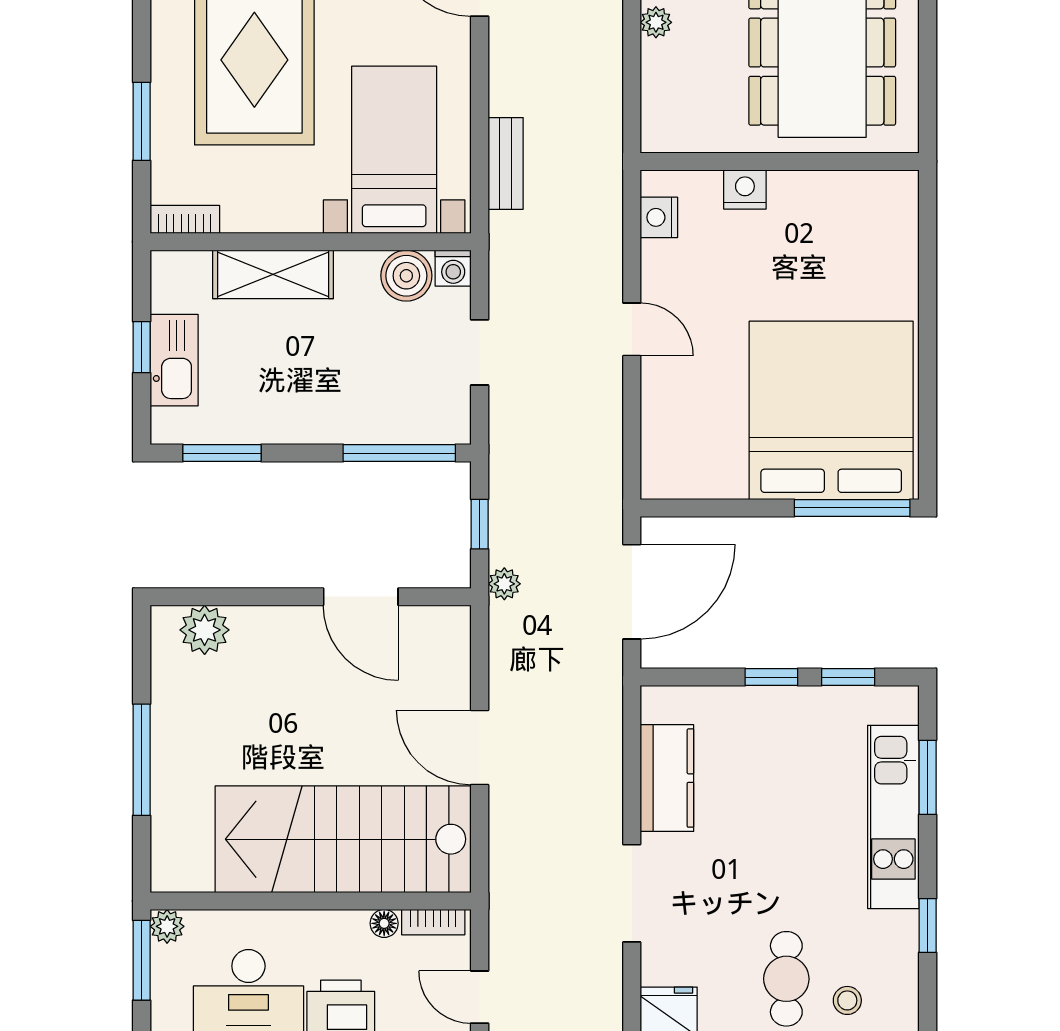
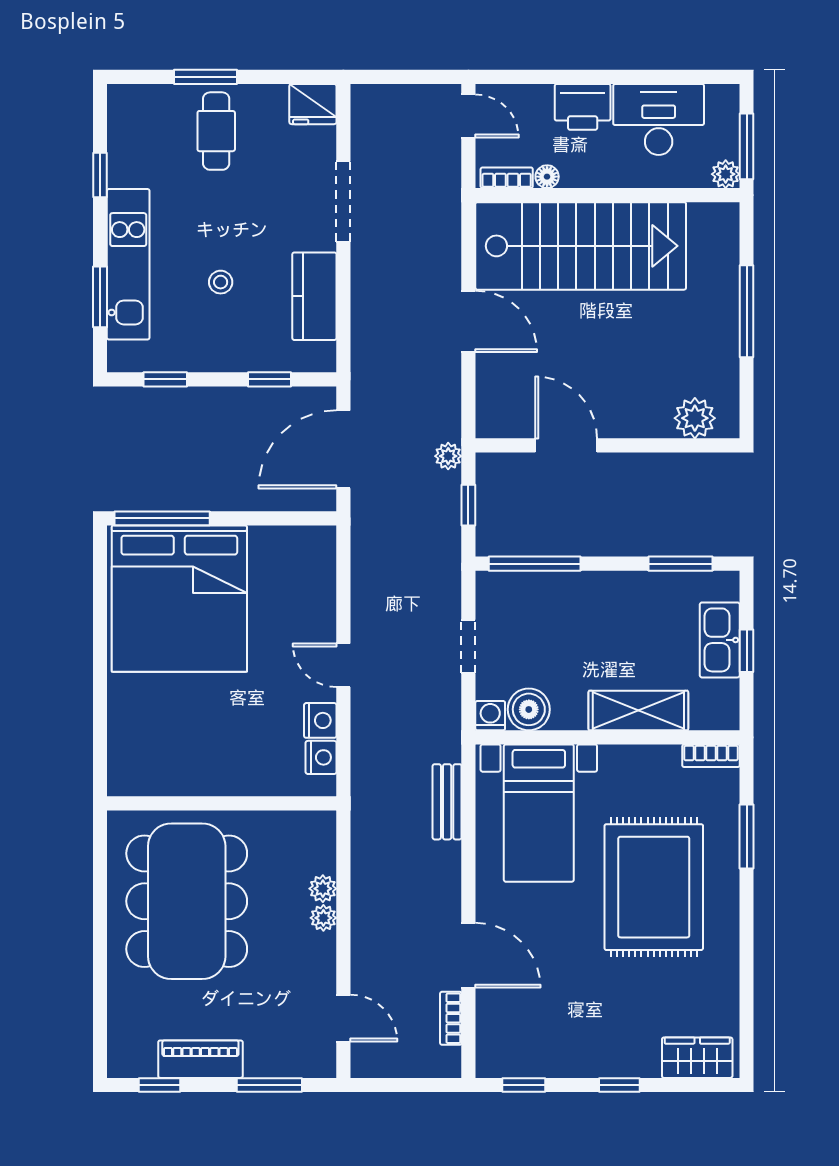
plant: (657, 58) -> (323, 889), added
nightstand: (745, 189) -> (320, 720), moved, turned -90
window: (771, 677) -> (269, 379), moved
stool: (847, 1000) -> (221, 282), moved

